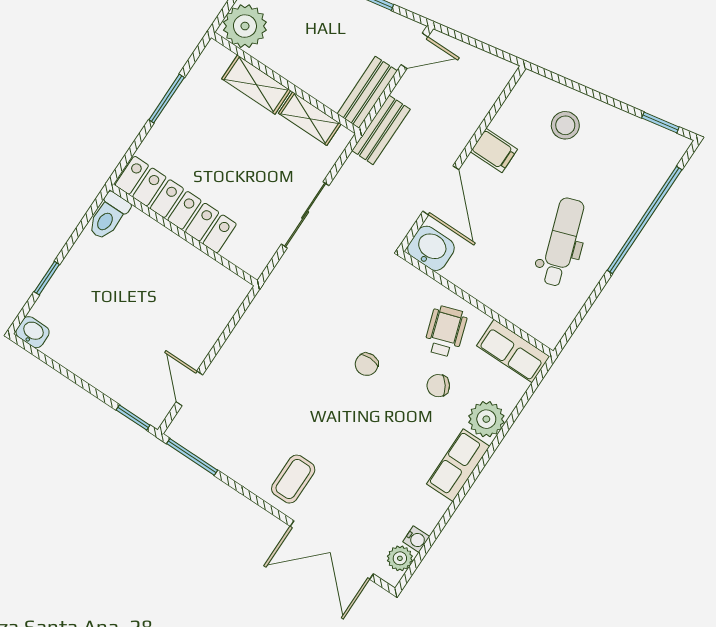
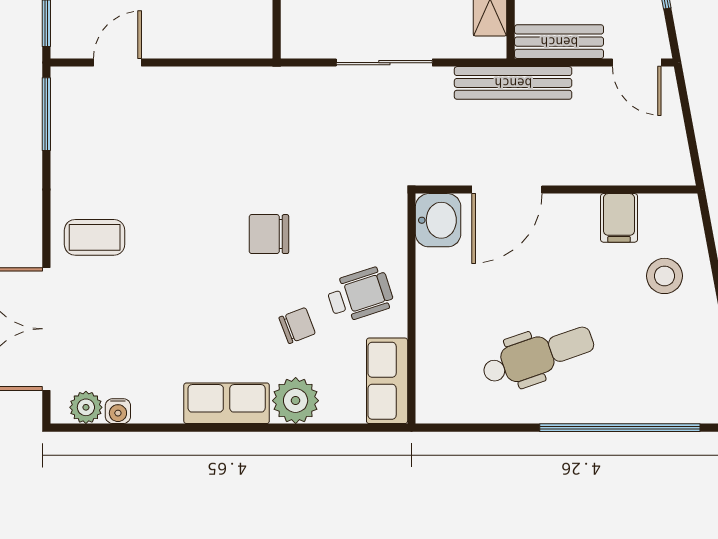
bench: (381, 130) -> (513, 83), width x1.36
filing cabinet: (494, 150) -> (619, 218), moved
chair: (367, 364) -> (269, 234), width x1.37, depth x1.37
chair: (438, 386) -> (297, 326), turned 105

